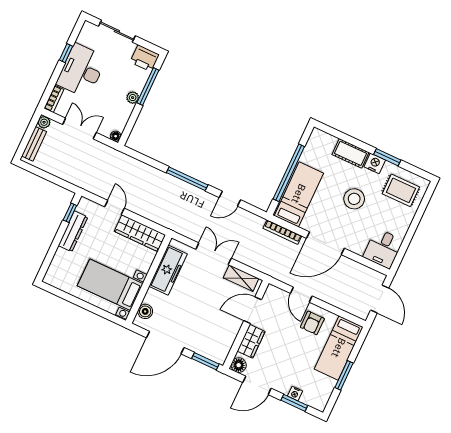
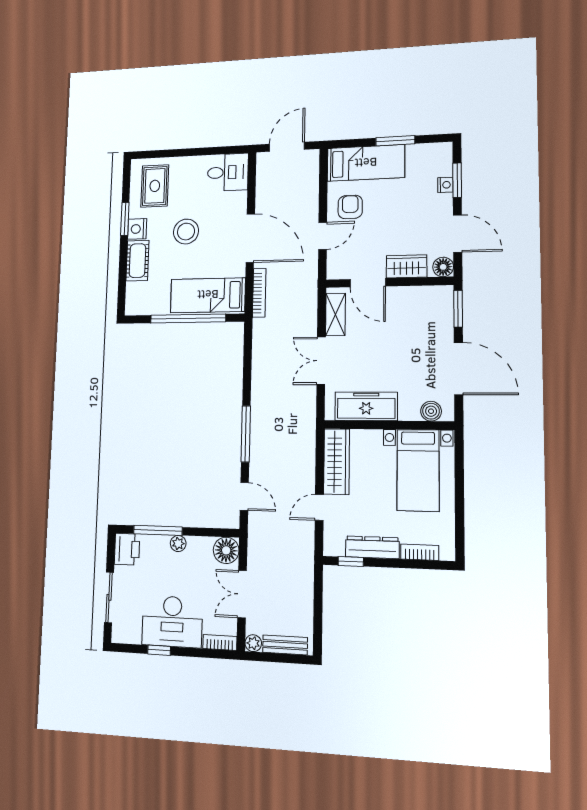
floor lamp: (116, 136) -> (226, 550), width x1.89, depth x1.89
door: (230, 199) -> (244, 496), moved
bookcase: (57, 261) -> (420, 552), added
armchair: (312, 323) -> (350, 207), turned -90

